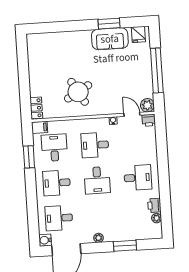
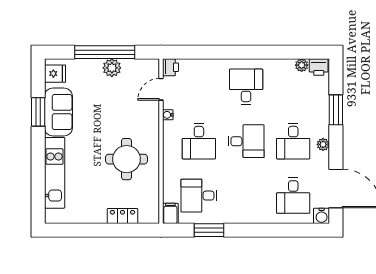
kitchen unit: (64, 39) -> (55, 173), added
round table: (78, 92) -> (126, 159), turned 30
plant: (147, 105) -> (112, 68), moved
locker: (36, 108) -> (122, 216), moved
desk: (57, 183) -> (293, 141), moved
printer: (154, 205) -> (319, 67), moved

